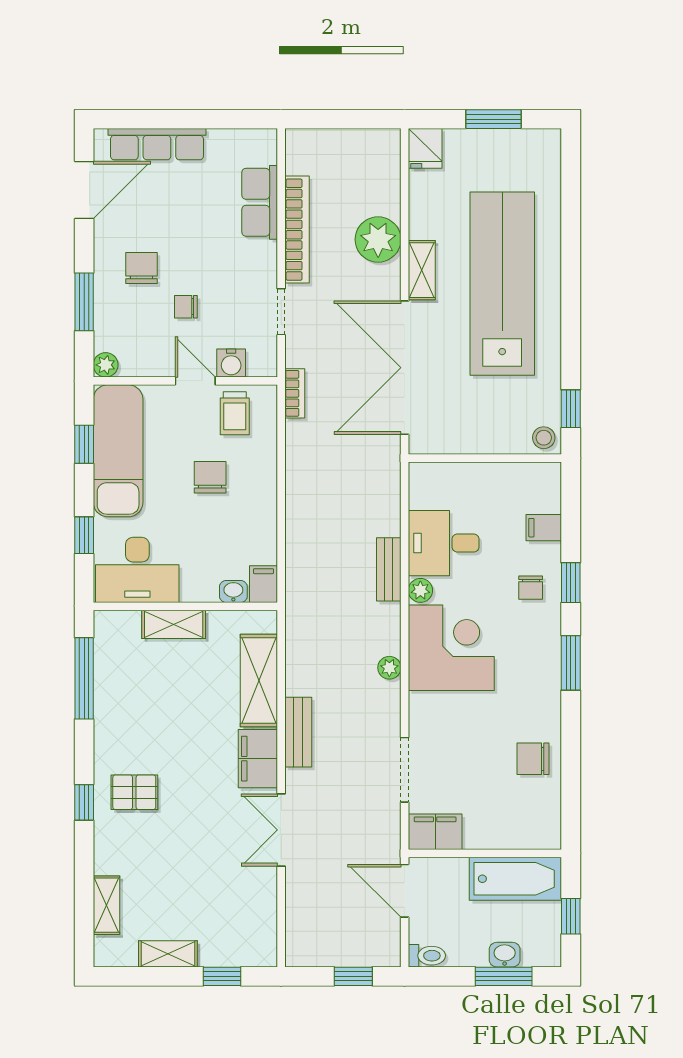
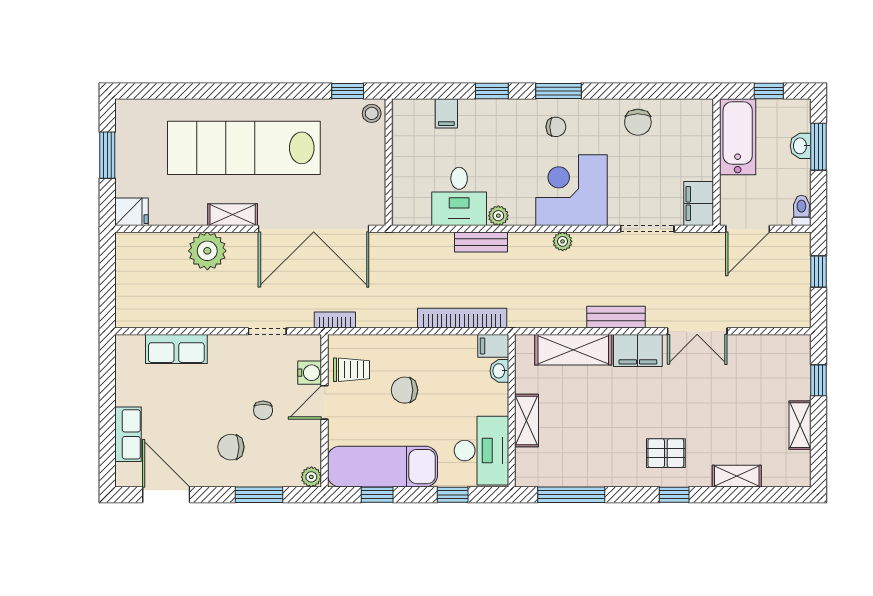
row of seats: (157, 144) -> (128, 434), width x0.68
bookcase: (297, 230) -> (462, 318), moved
chair: (531, 588) -> (556, 127), moved
corner desk: (451, 648) -> (571, 190), moved
pallet: (134, 792) -> (666, 453), turned 90
shelving: (107, 905) -> (737, 476), moved

